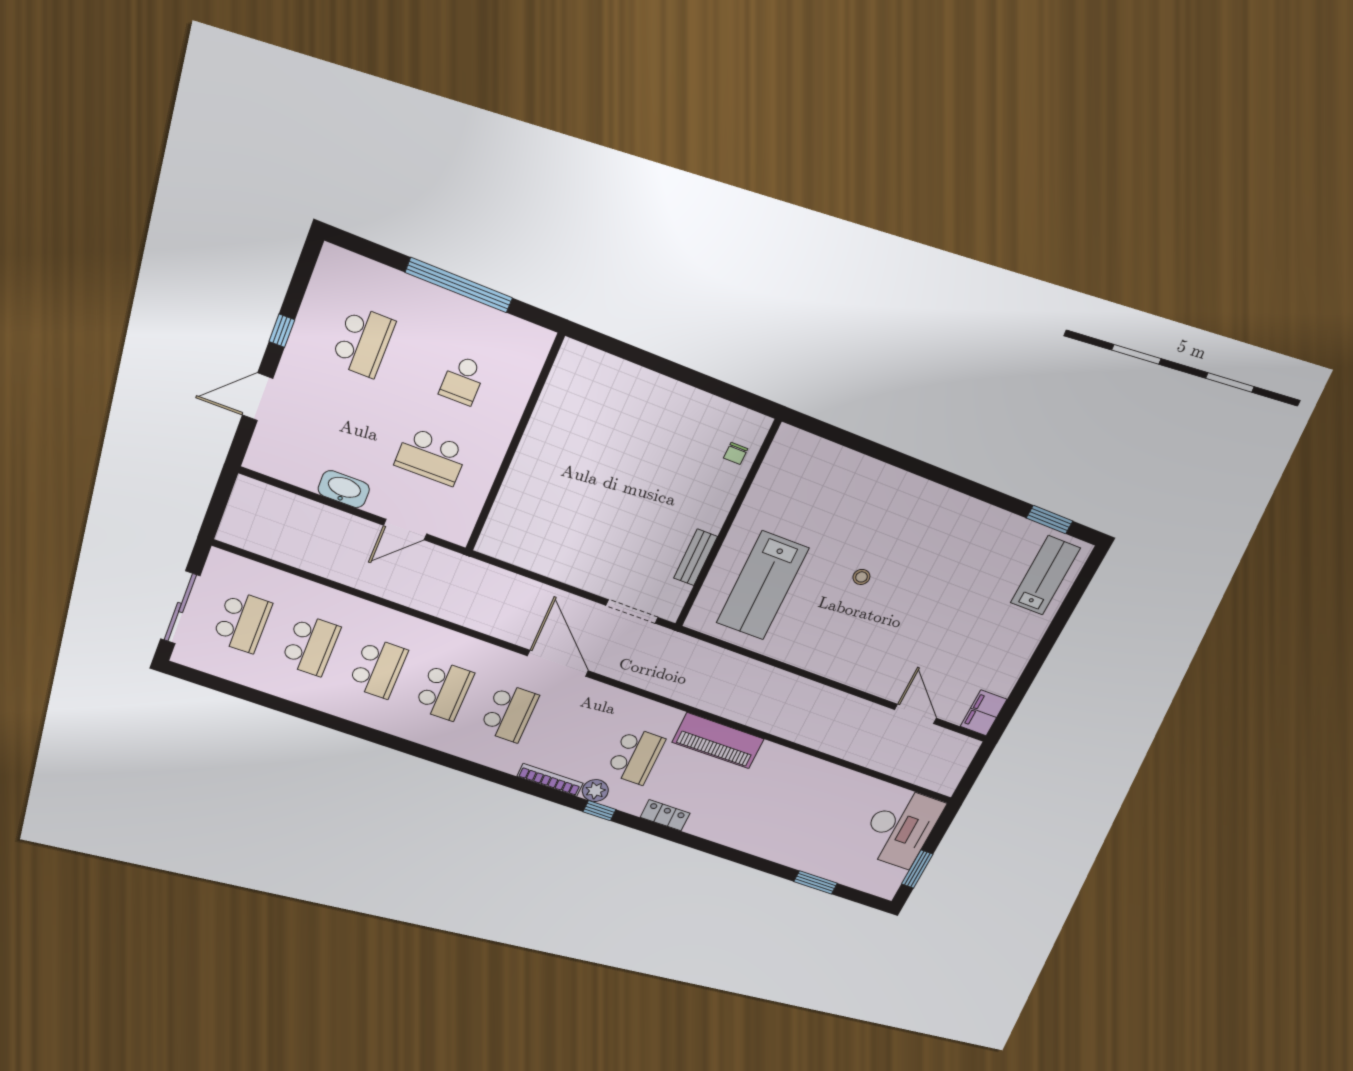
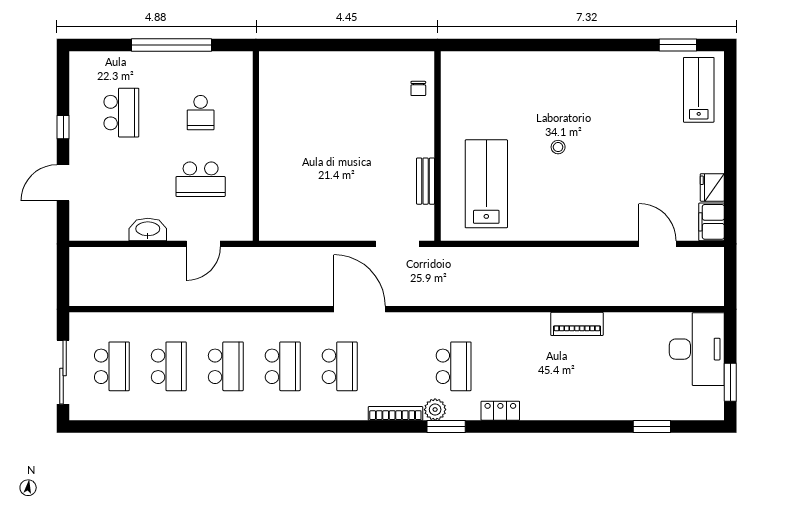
lab bench: (763, 586) -> (486, 184), turned 180
fridge: (1004, 679) -> (712, 187), added
piano: (718, 741) -> (577, 324), moved, width x0.73, depth x0.75
window: (599, 811) -> (446, 426), width x1.50

